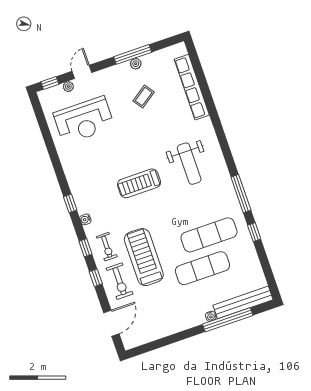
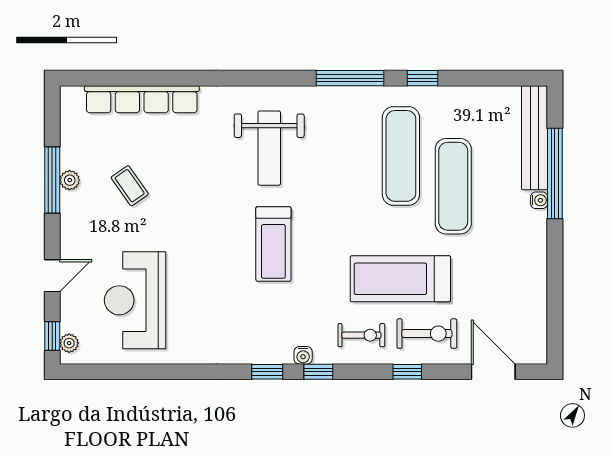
door: (82, 72) -> (52, 276), swing flipped
plant: (68, 87) -> (69, 343), moved
reception desk: (84, 120) -> (135, 300), turned 180
weight bench: (189, 164) -> (269, 148), turned 90
window: (85, 248) -> (318, 372), moved

